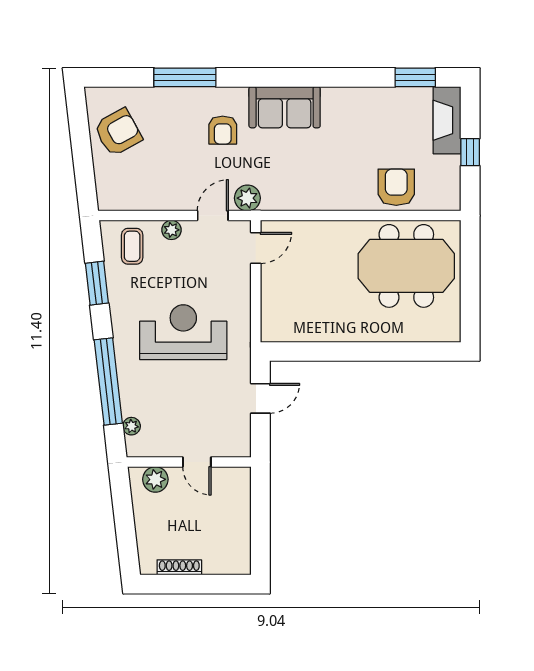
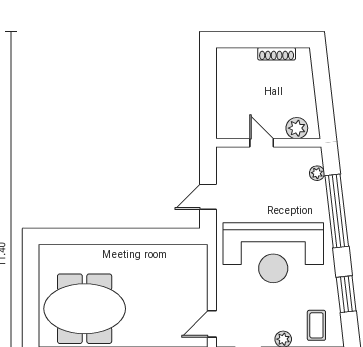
reception desk: (183, 332) -> (273, 253), width x1.36, depth x1.30

